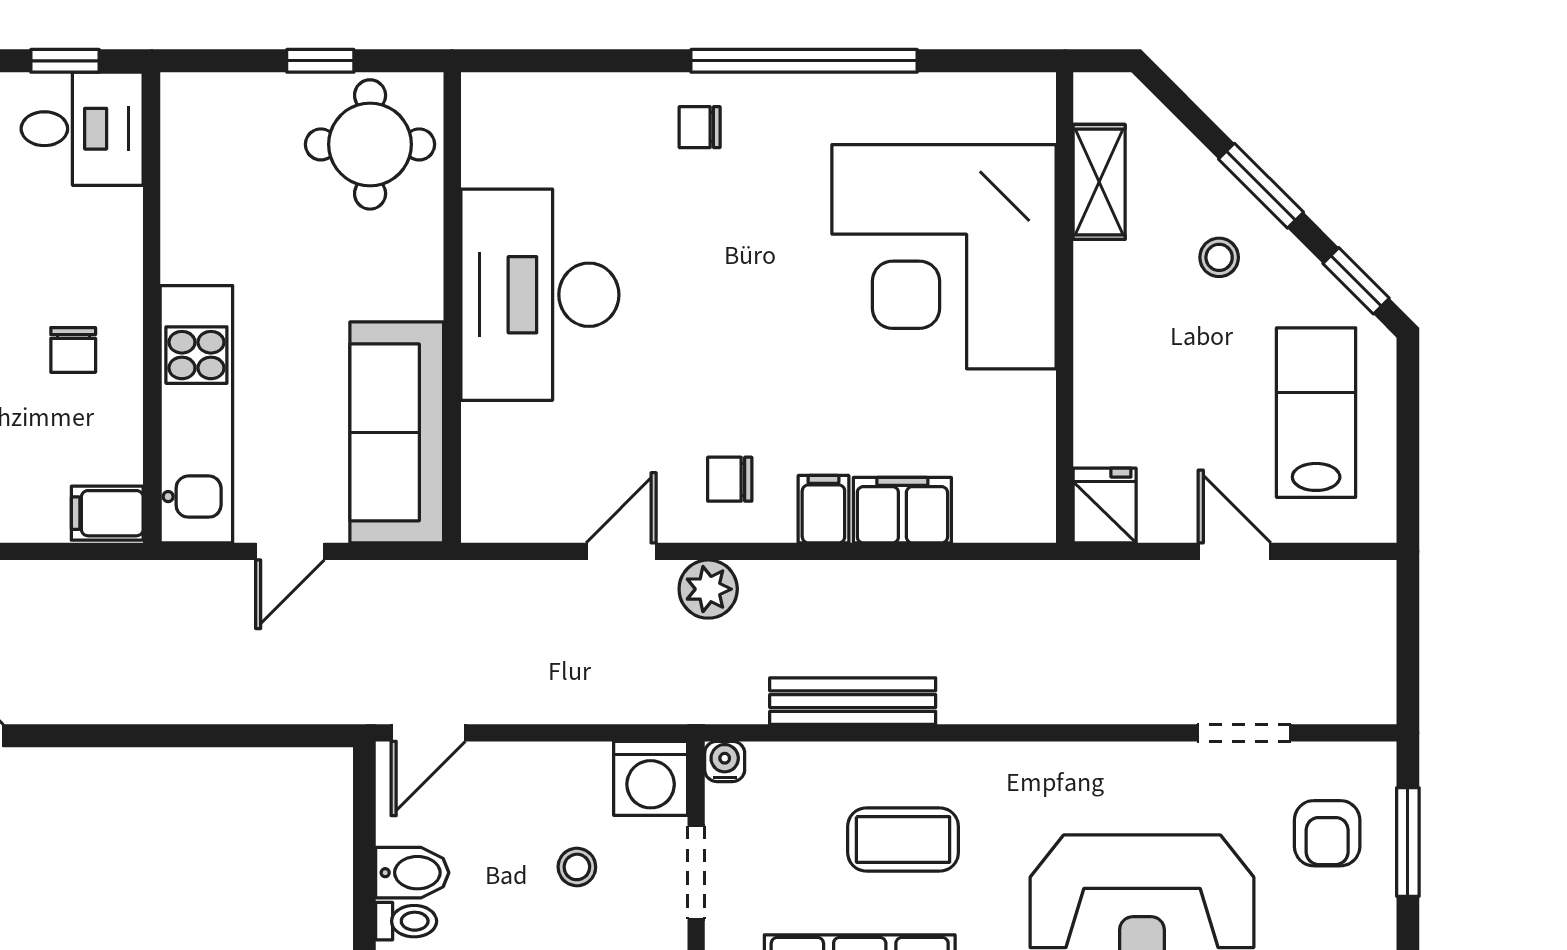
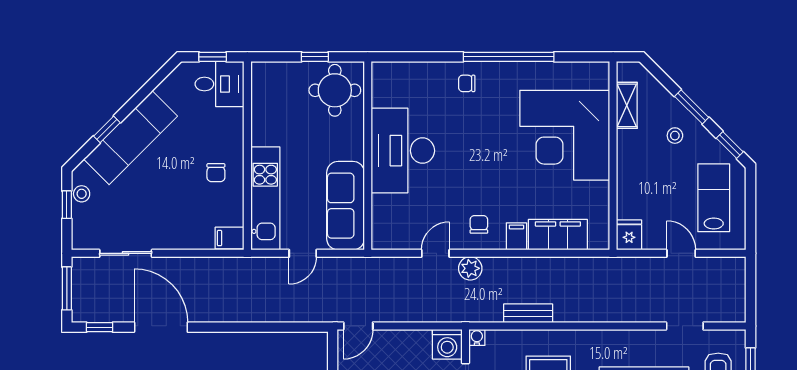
chair: (730, 479) -> (479, 224), turned 90
filing cabinet: (902, 510) -> (558, 235), width x1.50, depth x1.17
bench: (853, 701) -> (528, 313), width x0.73

